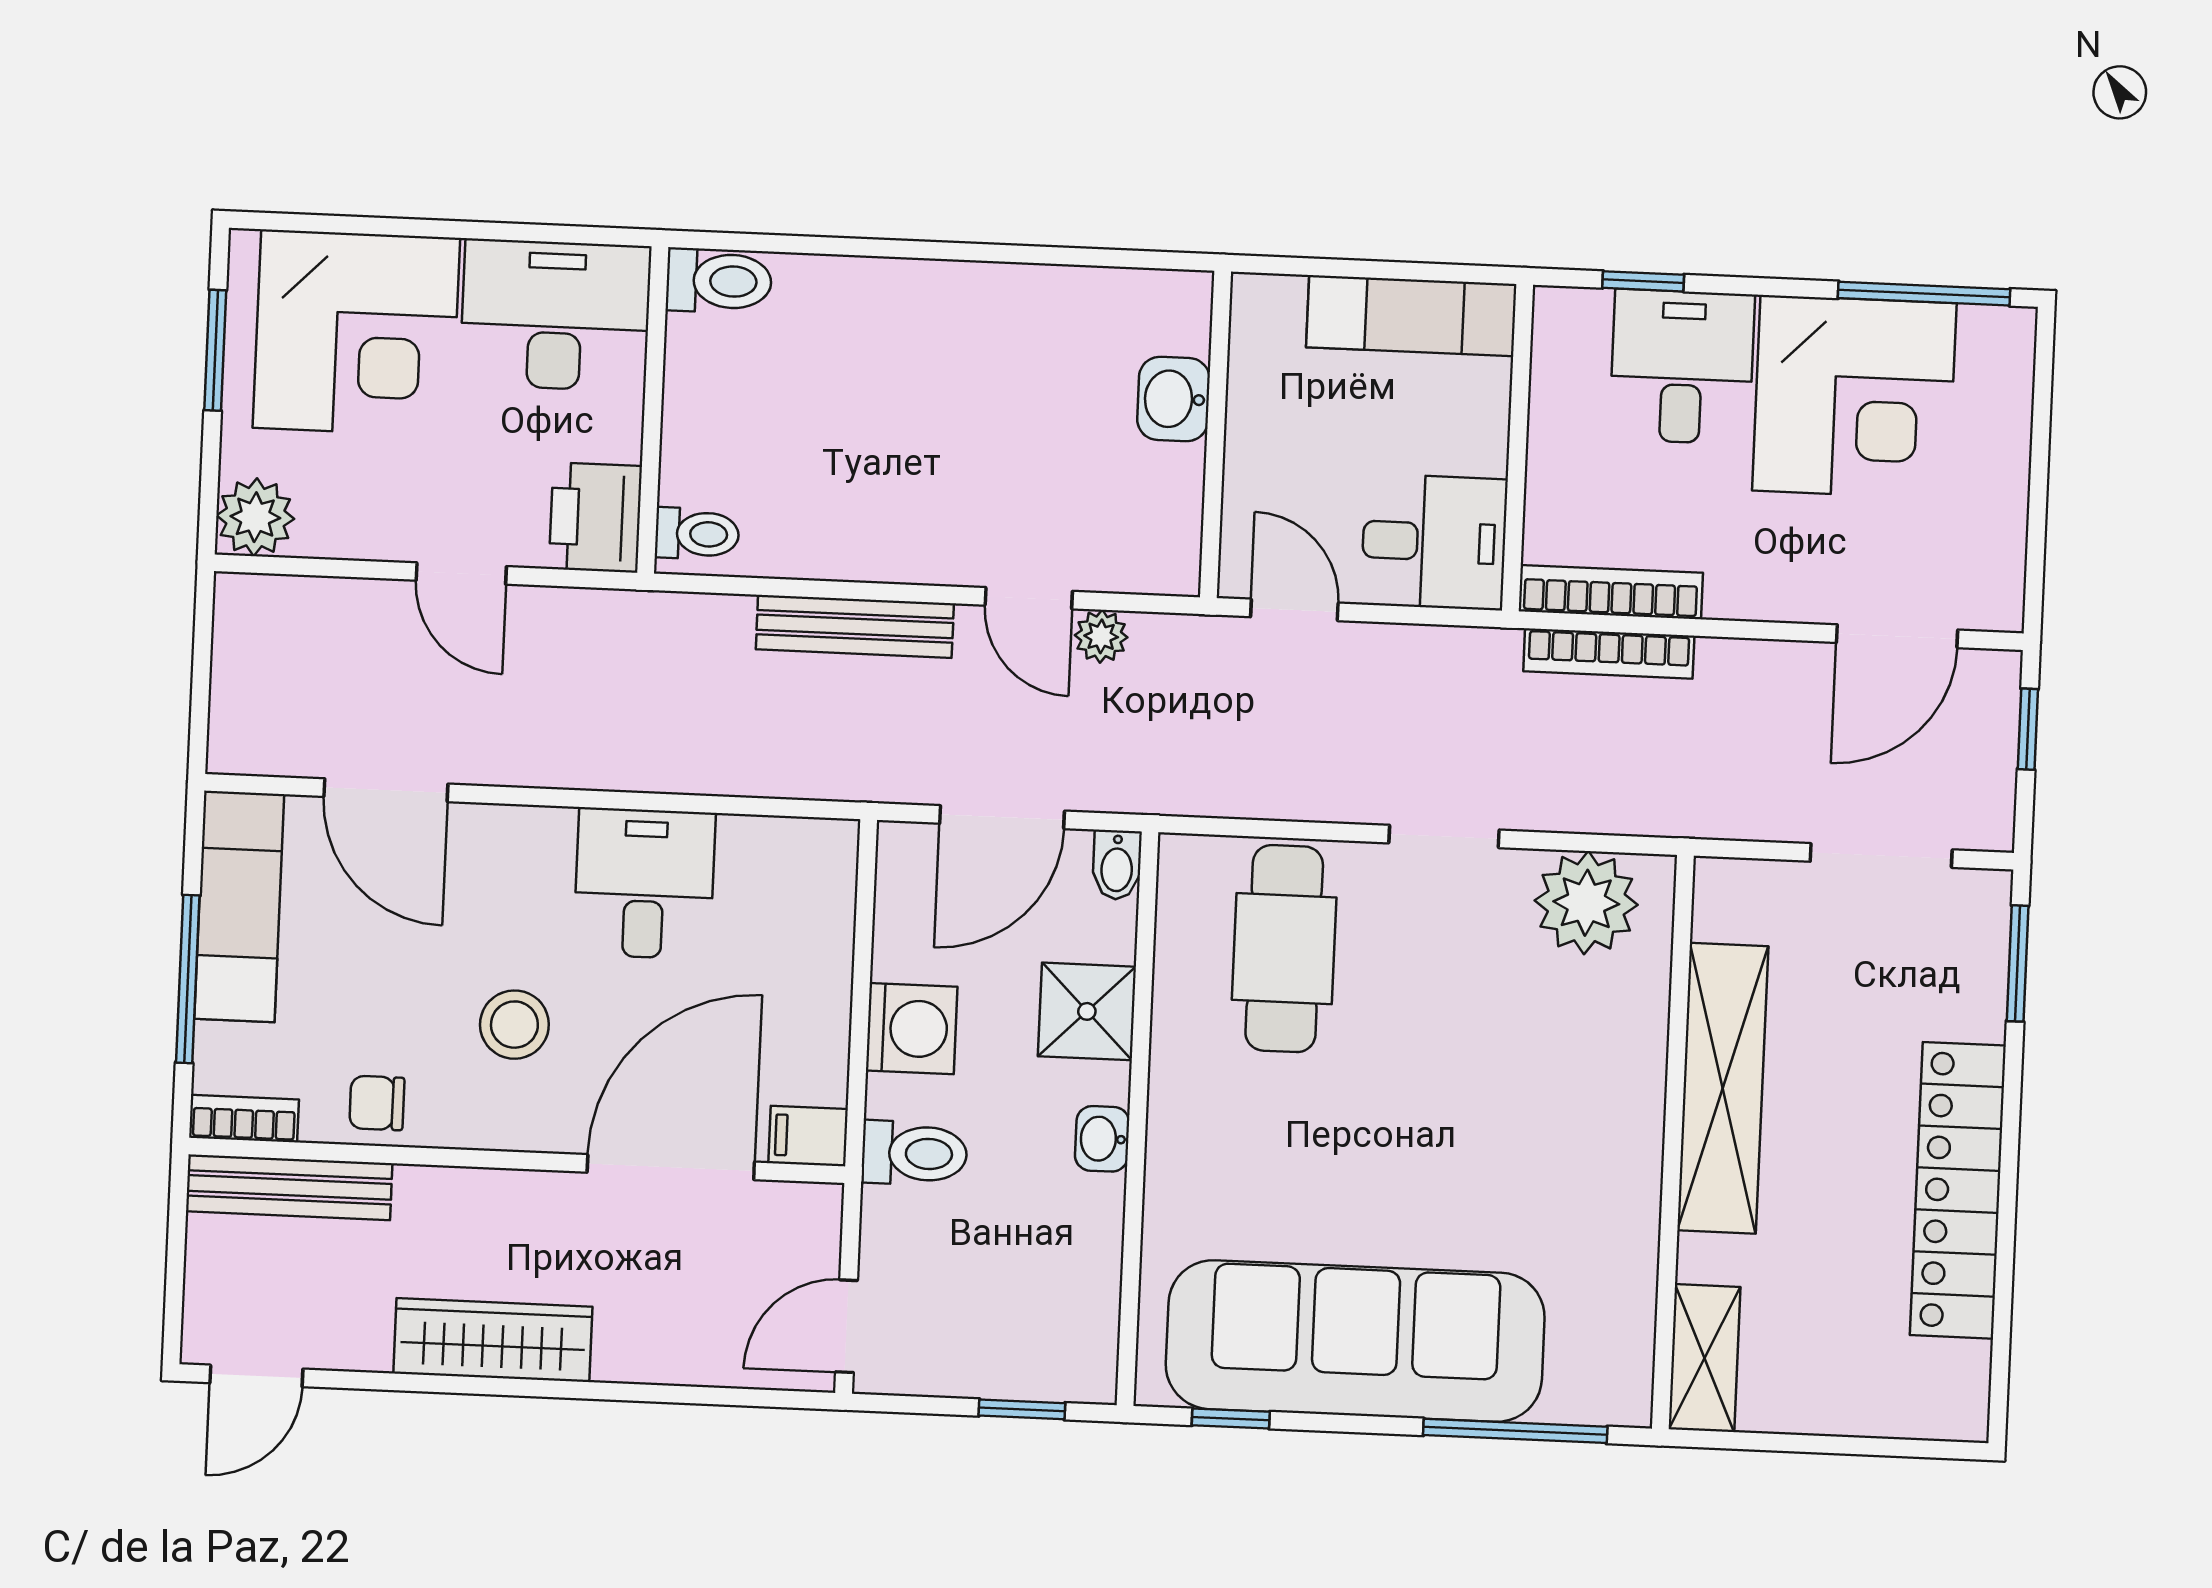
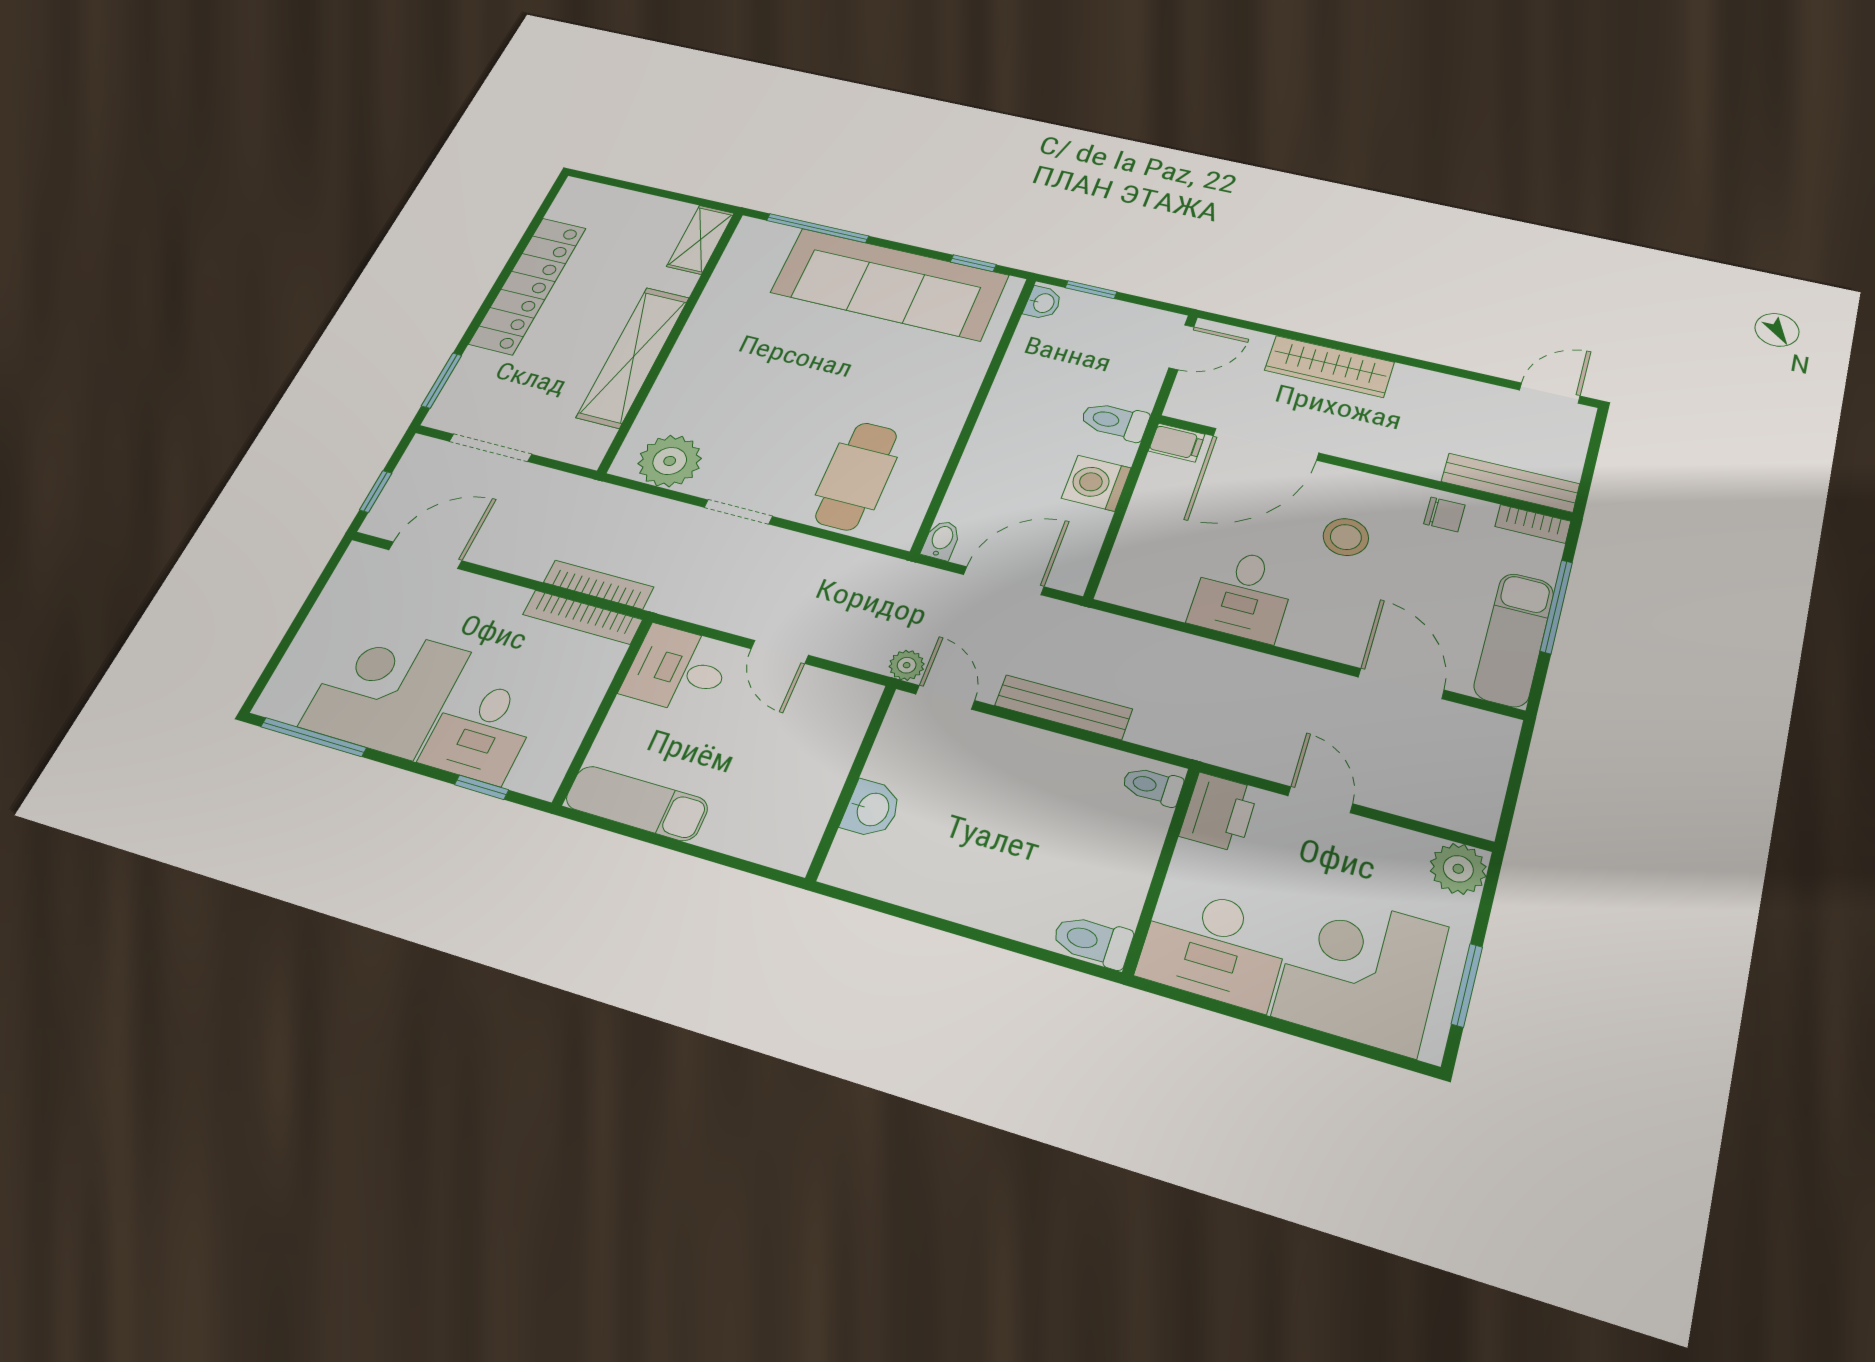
washbasin: (1173, 399) -> (872, 809), moved
wall: (1216, 435) -> (852, 781), moved
shower: (1087, 1011) -> (987, 470), removed
washbasin: (1102, 1139) -> (1043, 303), moved
wardrobe: (493, 1340) -> (1329, 366), moved

